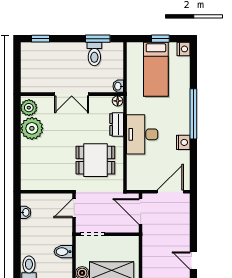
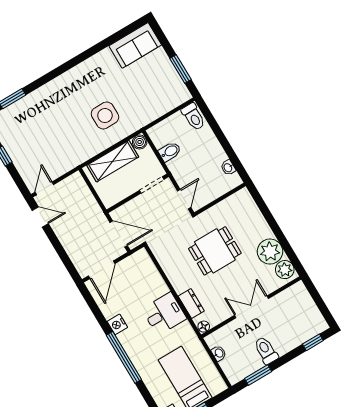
toilet: (94, 54) -> (266, 350), moved
washbasin: (118, 86) -> (219, 353), moved
desk: (142, 134) -> (164, 314), width x0.73
dining table: (95, 160) -> (215, 251), moved

